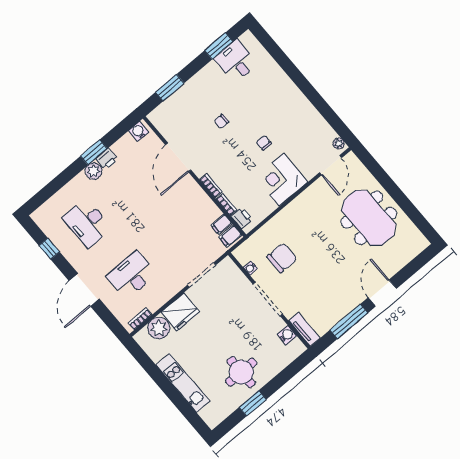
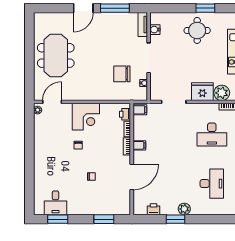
water cooler: (139, 131) -> (141, 210), removed
printer: (107, 159) -> (153, 209), moved
filing cabinet: (221, 224) -> (139, 145), moved

